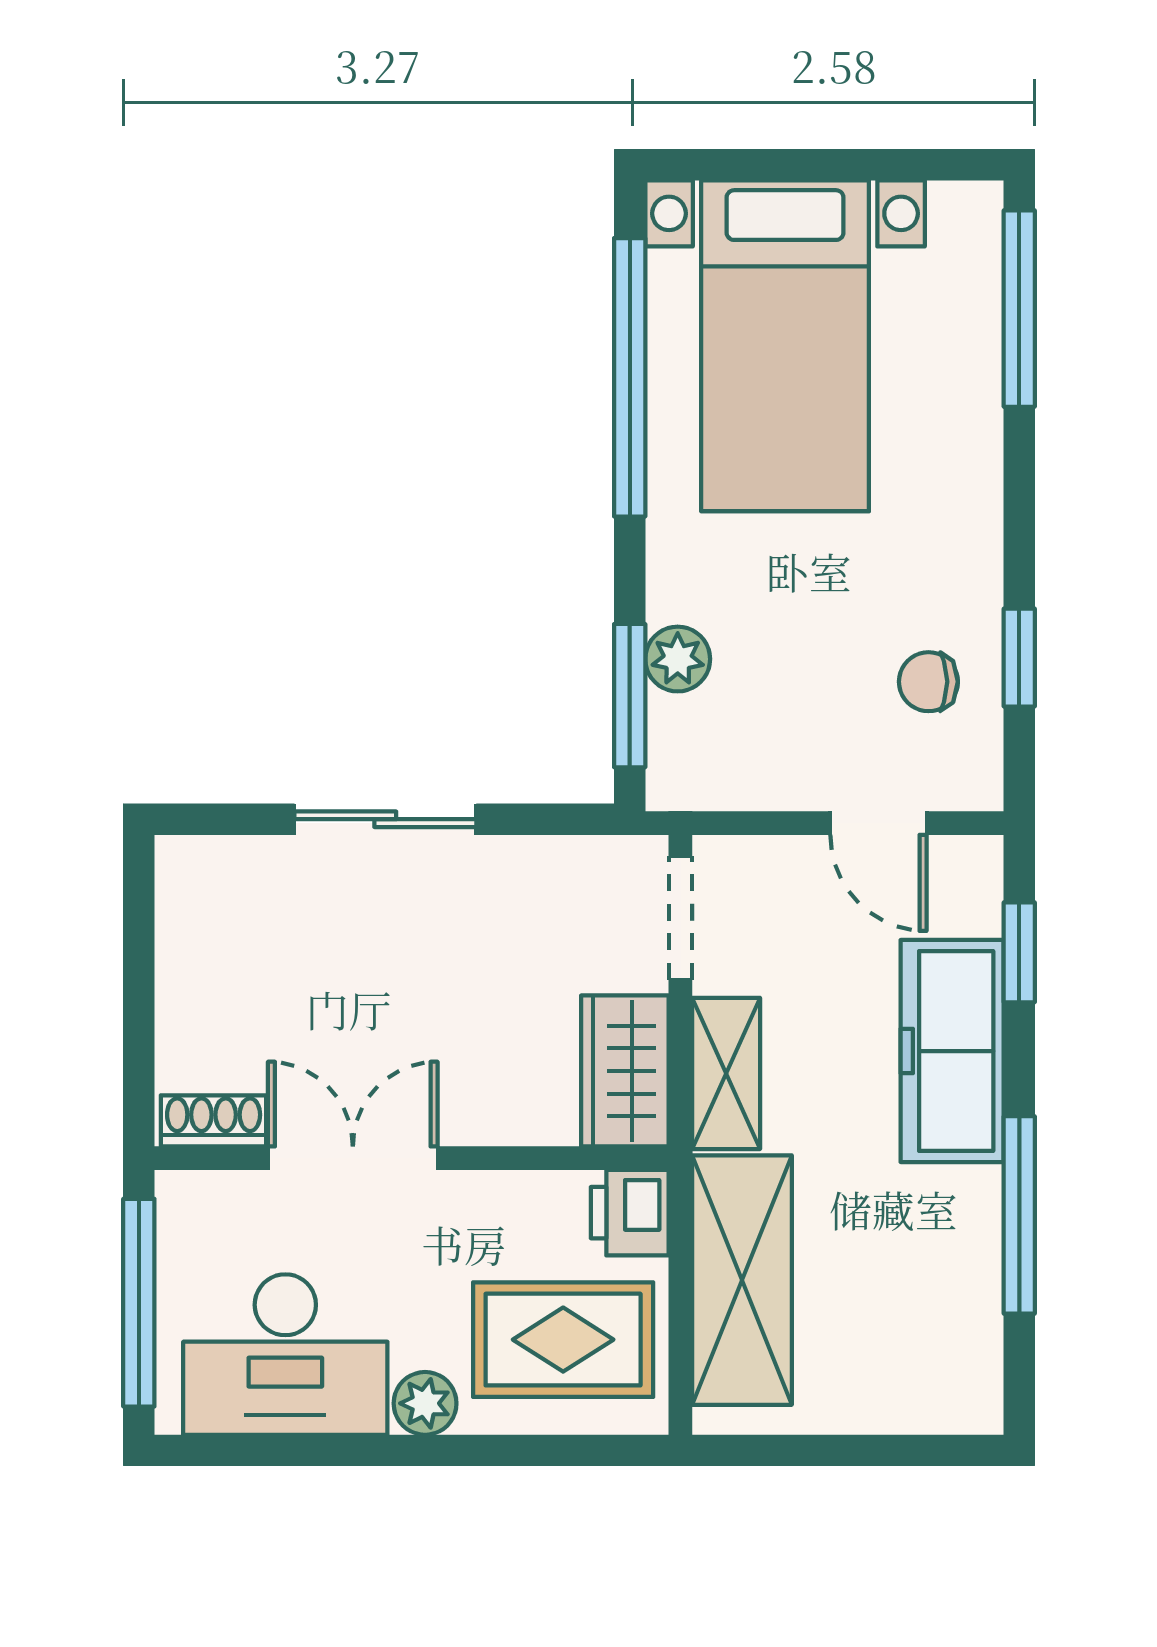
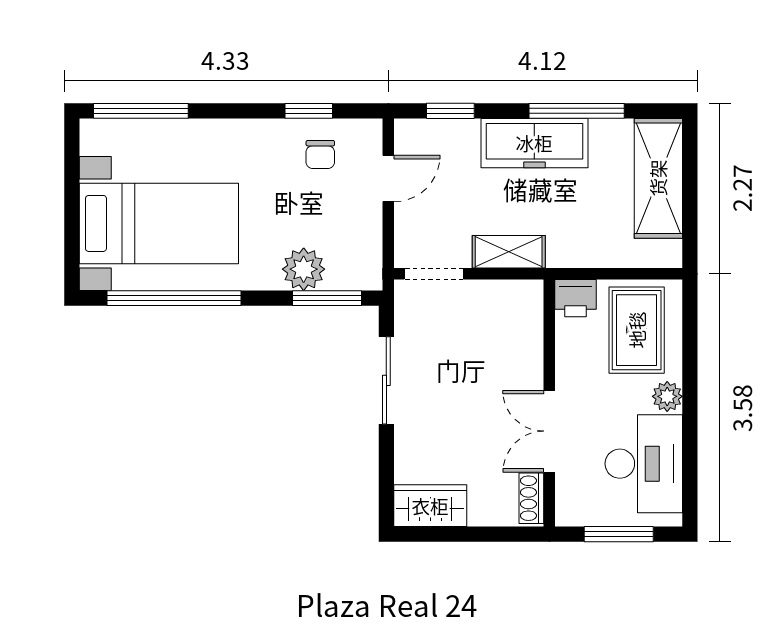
plant: (678, 659) -> (304, 269), width x1.38, depth x1.38
sliding door: (385, 819) -> (386, 380), moved
freezer: (952, 1051) -> (534, 143), moved
wardrobe: (625, 1071) -> (430, 506), moved, turned 180
shelving: (742, 1280) -> (658, 178), moved, turned 90
window: (139, 1303) -> (619, 534), width x0.69

